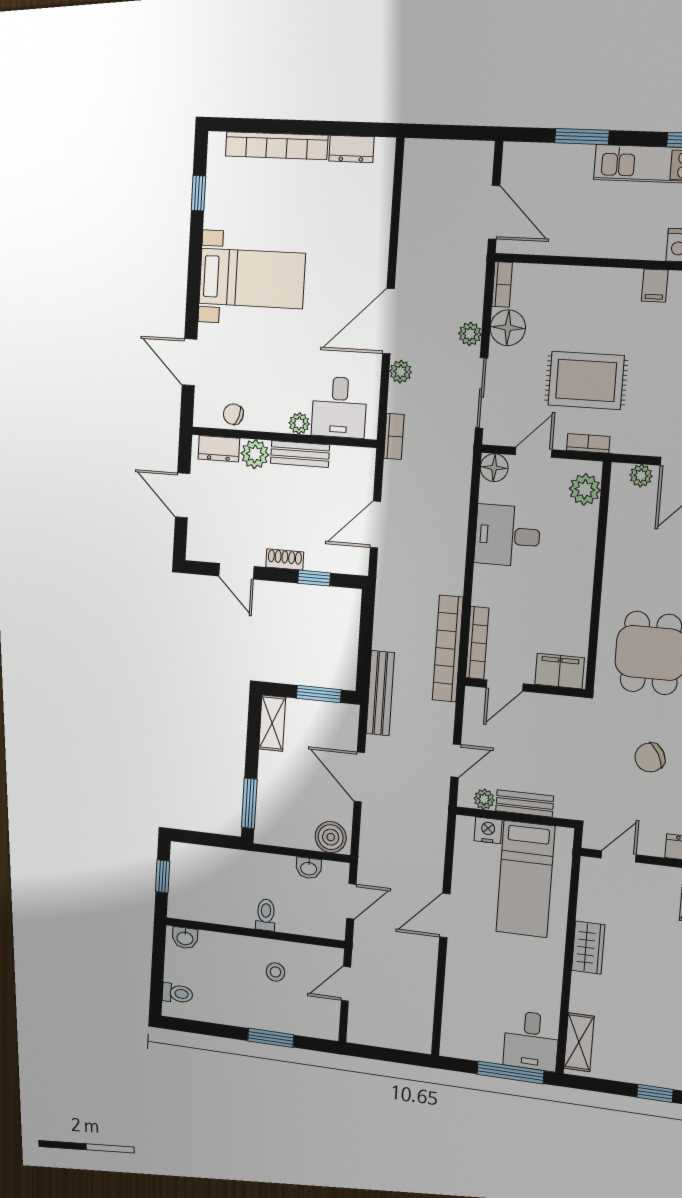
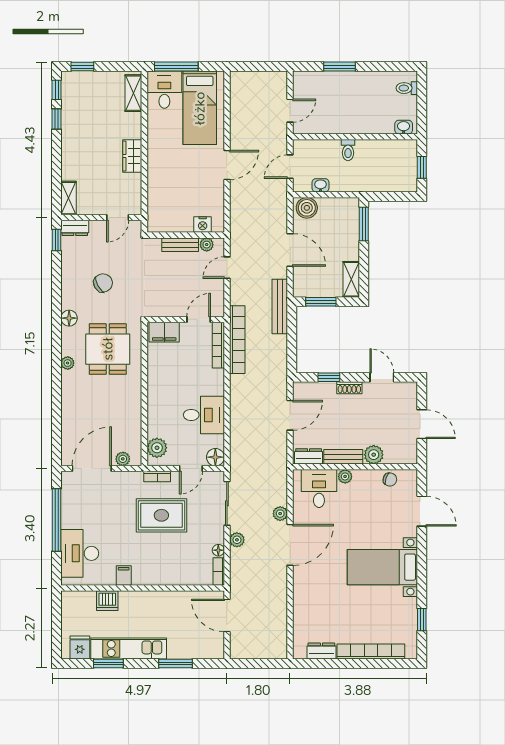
floor lamp: (508, 328) -> (218, 550), width x0.53, depth x0.53
bookcase: (394, 436) -> (282, 472), removed
dresser: (219, 449) -> (309, 456), moved
bed: (525, 879) -> (200, 108), moved, turned 180
stool: (275, 972) -> (339, 112), removed

